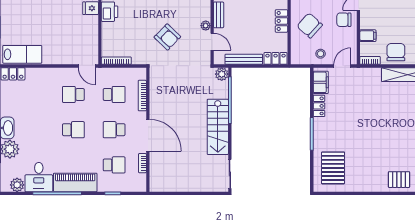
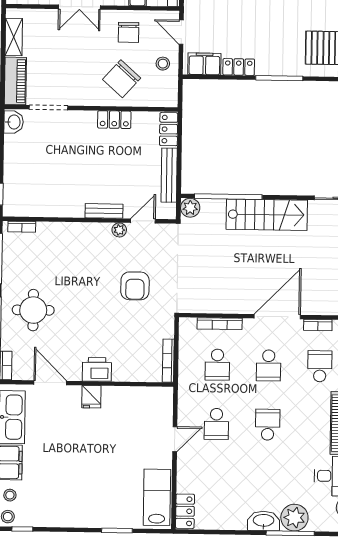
chair: (344, 20) -> (128, 32), moved
armchair: (167, 37) -> (135, 286), turned 136
door: (87, 66) -> (175, 439), moved
school desk: (114, 94) -> (217, 365), turned 180

